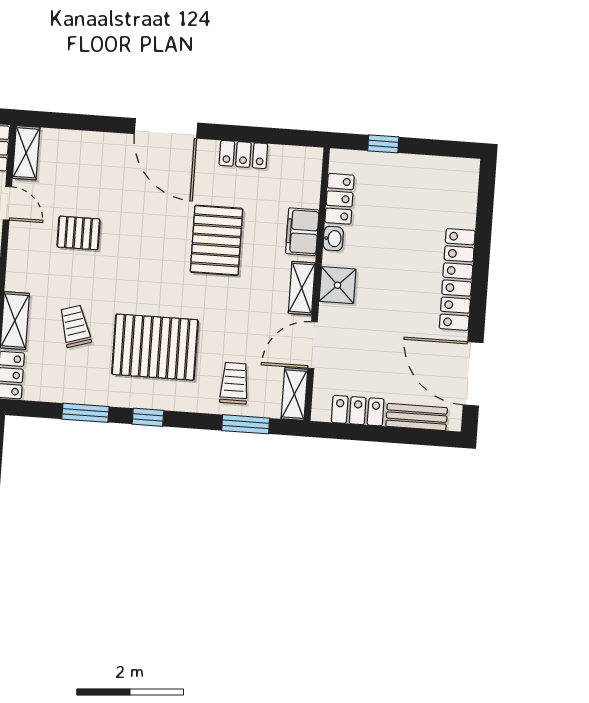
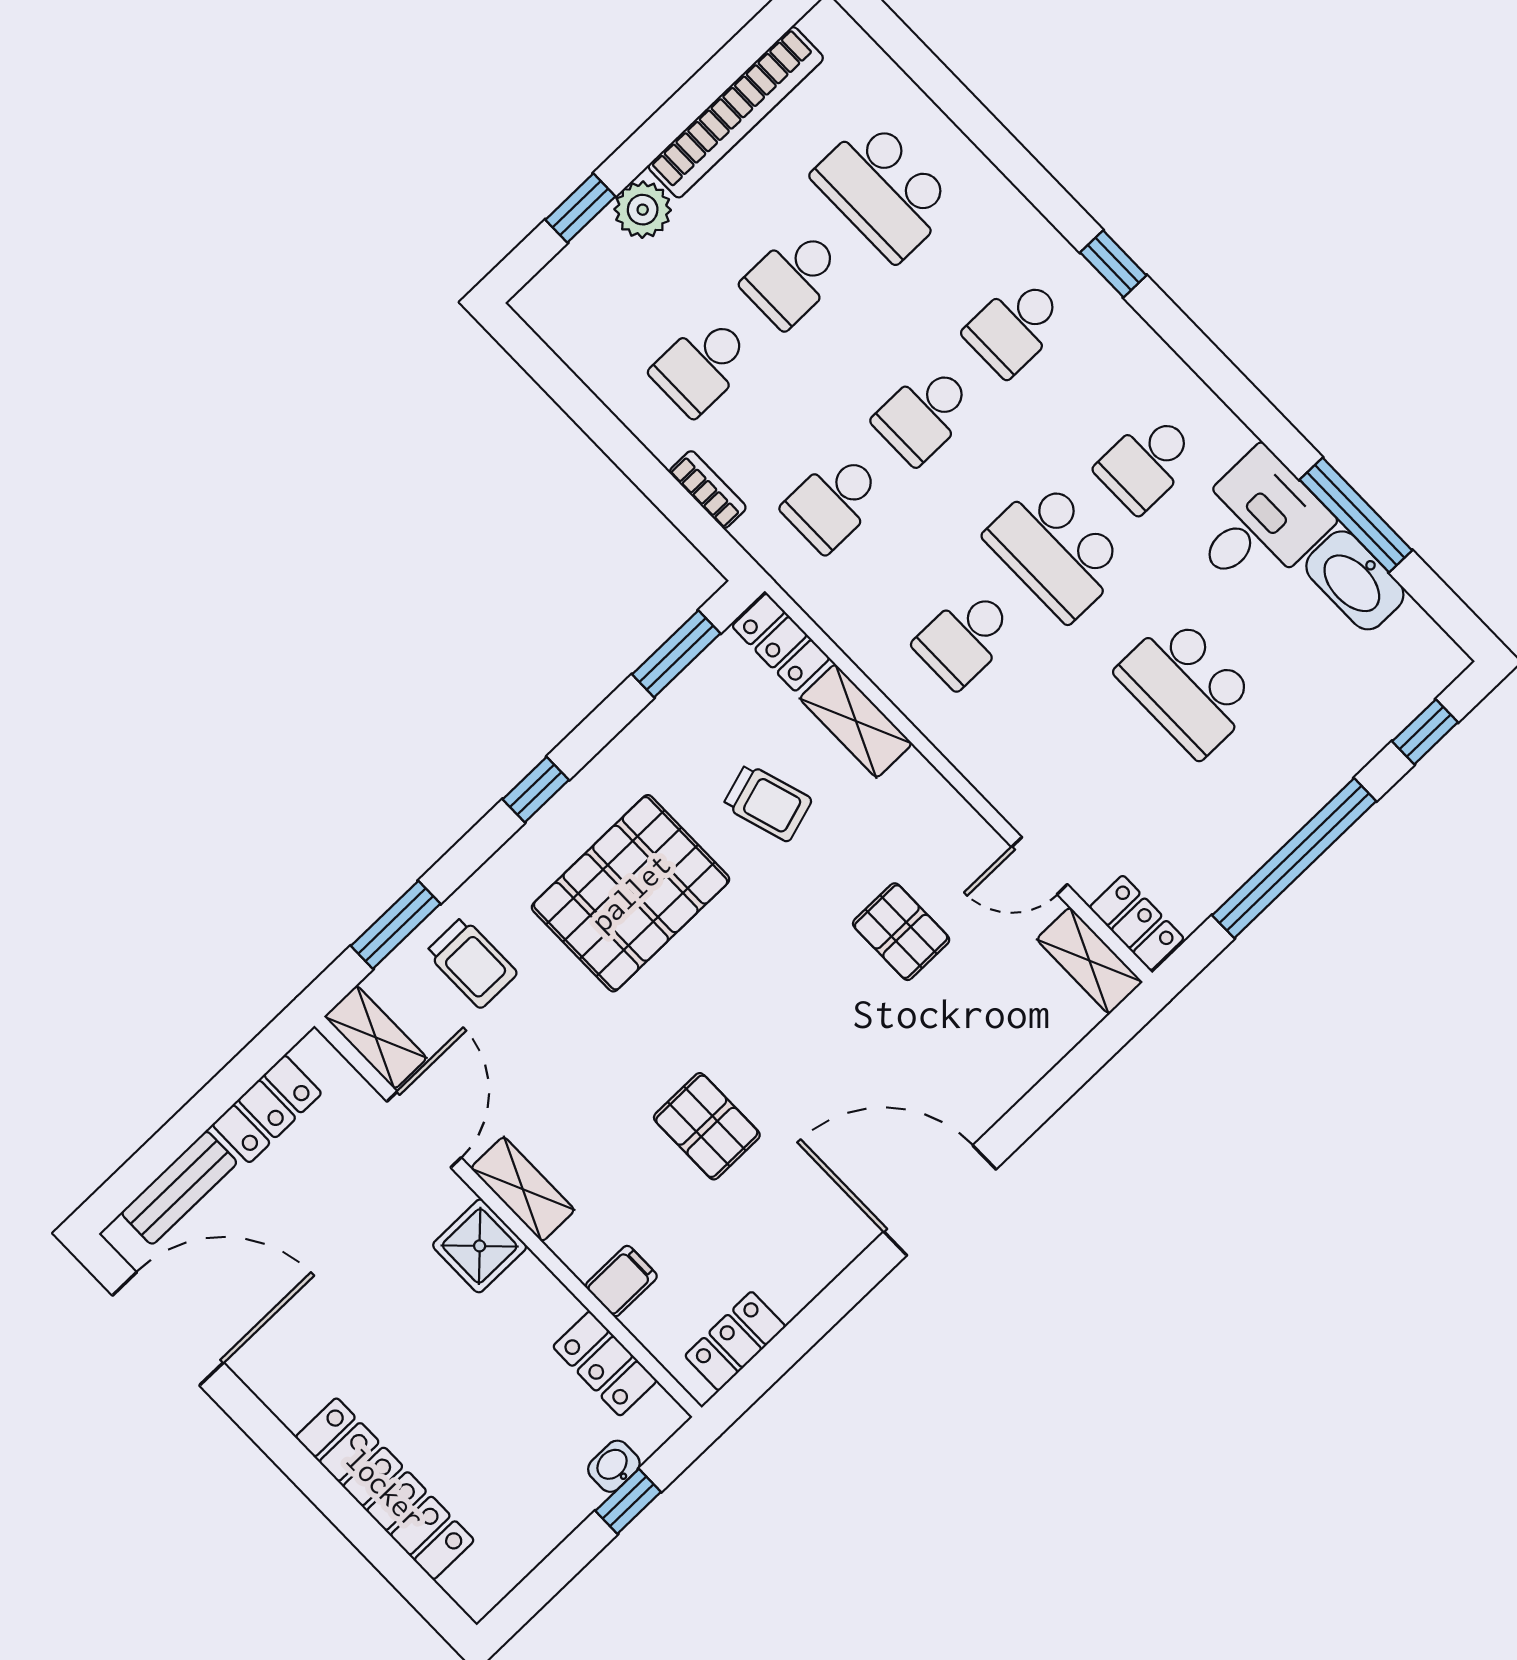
locker: (243, 154) -> (735, 1341), moved
filing cabinet: (302, 232) -> (621, 1281), width x0.50
pallet: (79, 233) -> (901, 932), turned 90
washbasin: (333, 239) -> (614, 1466), moved, turned 90
pallet: (217, 240) -> (707, 1126), width x0.67, depth x0.71
locker: (457, 279) -> (385, 1489), moved
window: (85, 413) -> (676, 654), moved

